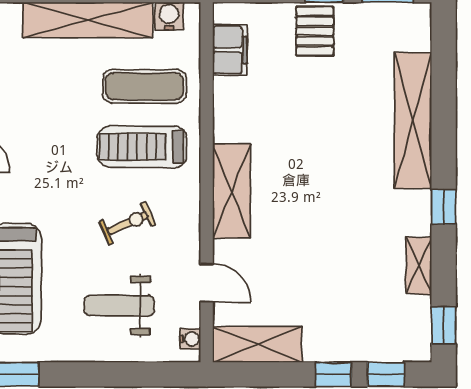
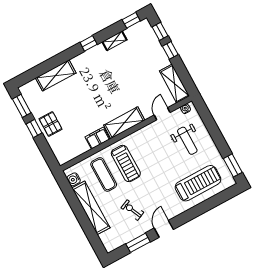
pallet: (315, 31) -> (51, 124), turned 90
filing cabinet: (230, 50) -> (97, 138), moved
shelving: (413, 120) -> (56, 75), width x0.68
exercise bike: (127, 223) -> (132, 210), moved

